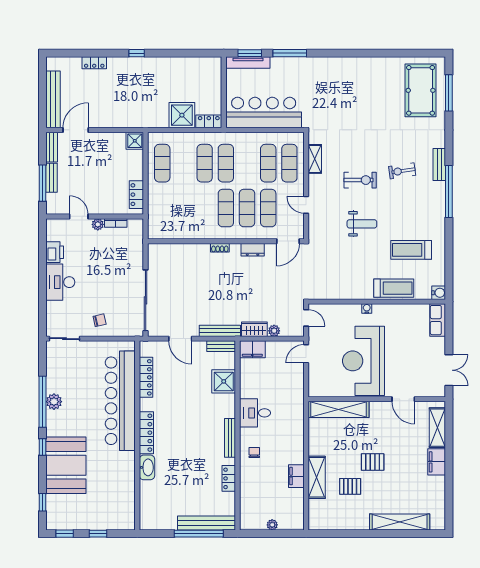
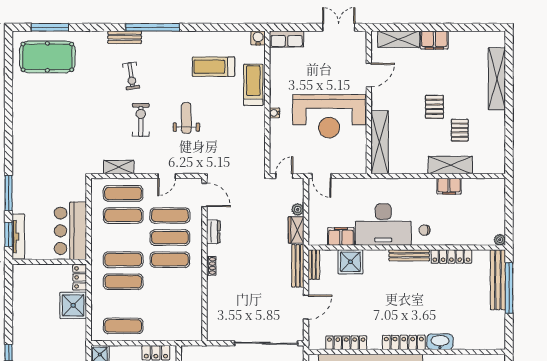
bar counter: (264, 113) -> (70, 231), width x0.73
treadmill: (411, 250) -> (213, 67), turned 90
filing cabinet: (252, 349) -> (341, 236), moved, turned -90
desk: (255, 413) -> (383, 224), width x1.87, depth x1.30
locker: (229, 478) -> (451, 257), width x1.53
plant: (272, 525) -> (500, 240), moved

